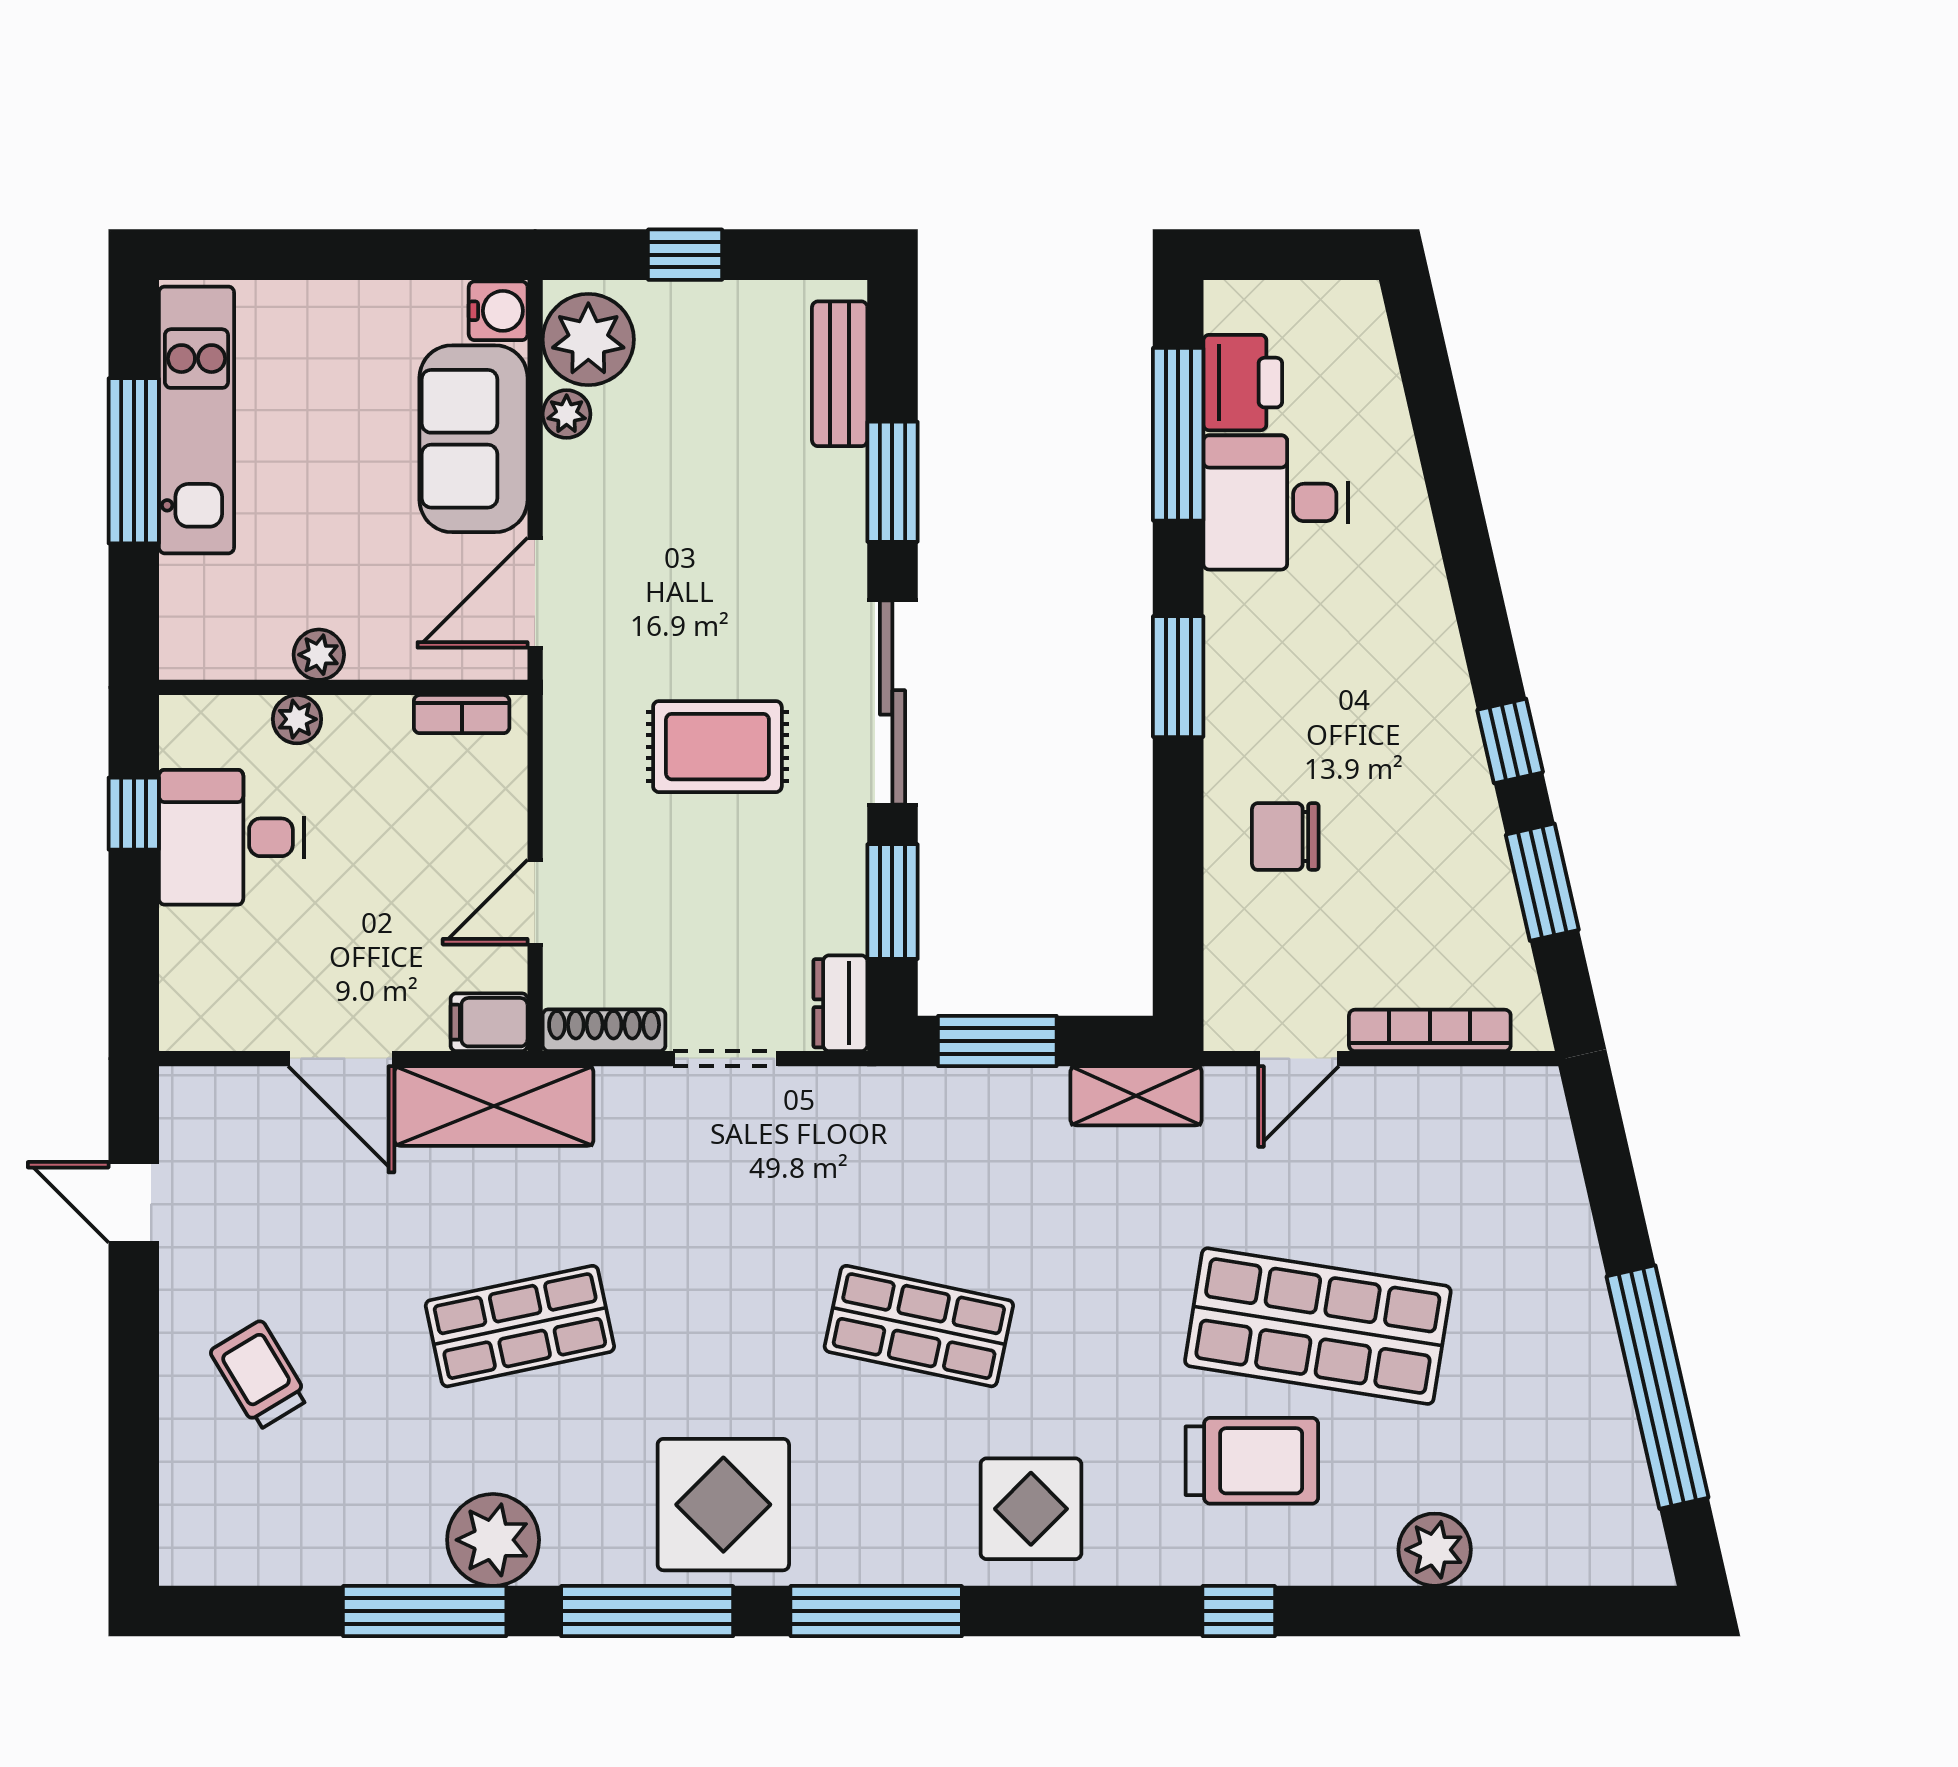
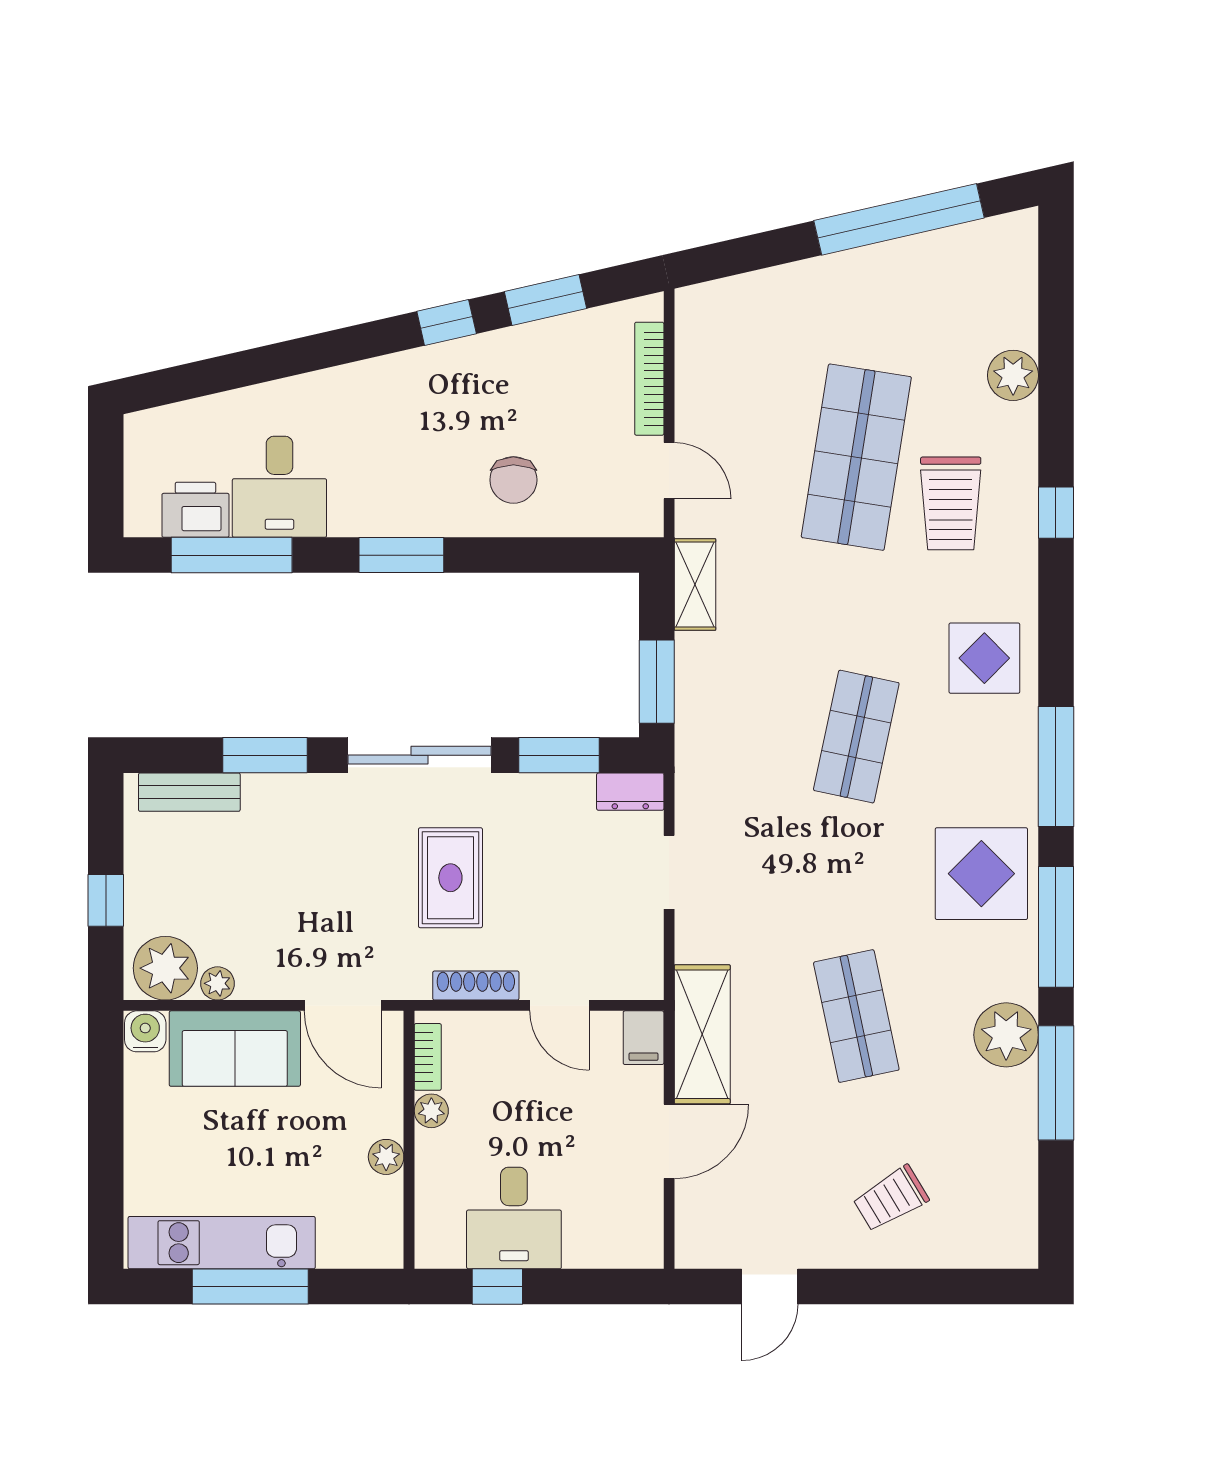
plant: (297, 719) -> (431, 1111), moved
shoe rack: (604, 1030) -> (476, 986), moved, turned 90
trolley: (1252, 1461) -> (951, 503), turned 180

